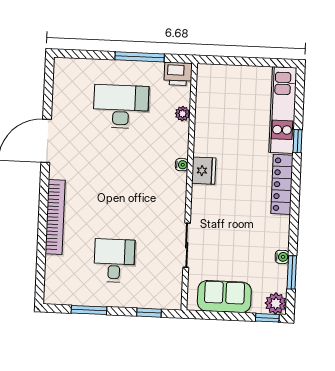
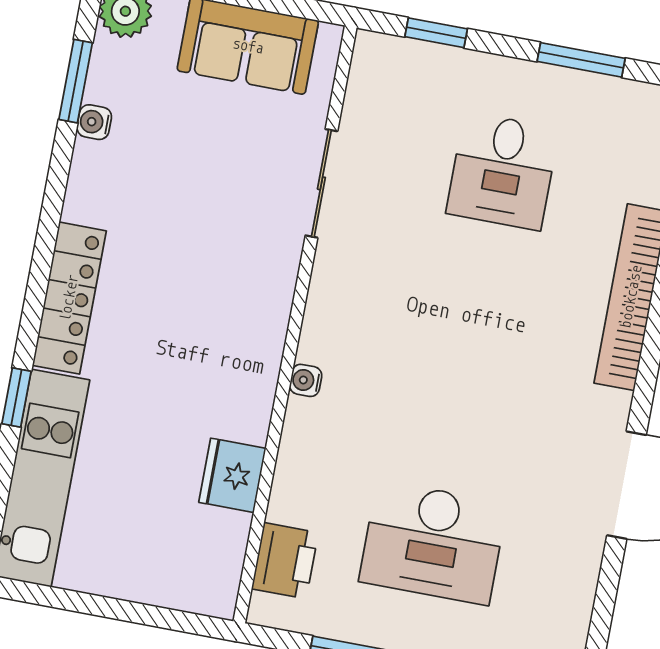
printer: (178, 74) -> (285, 561), moved, turned 90
plant: (183, 114) -> (286, 504), removed
fridge: (204, 171) -> (232, 475), moved

